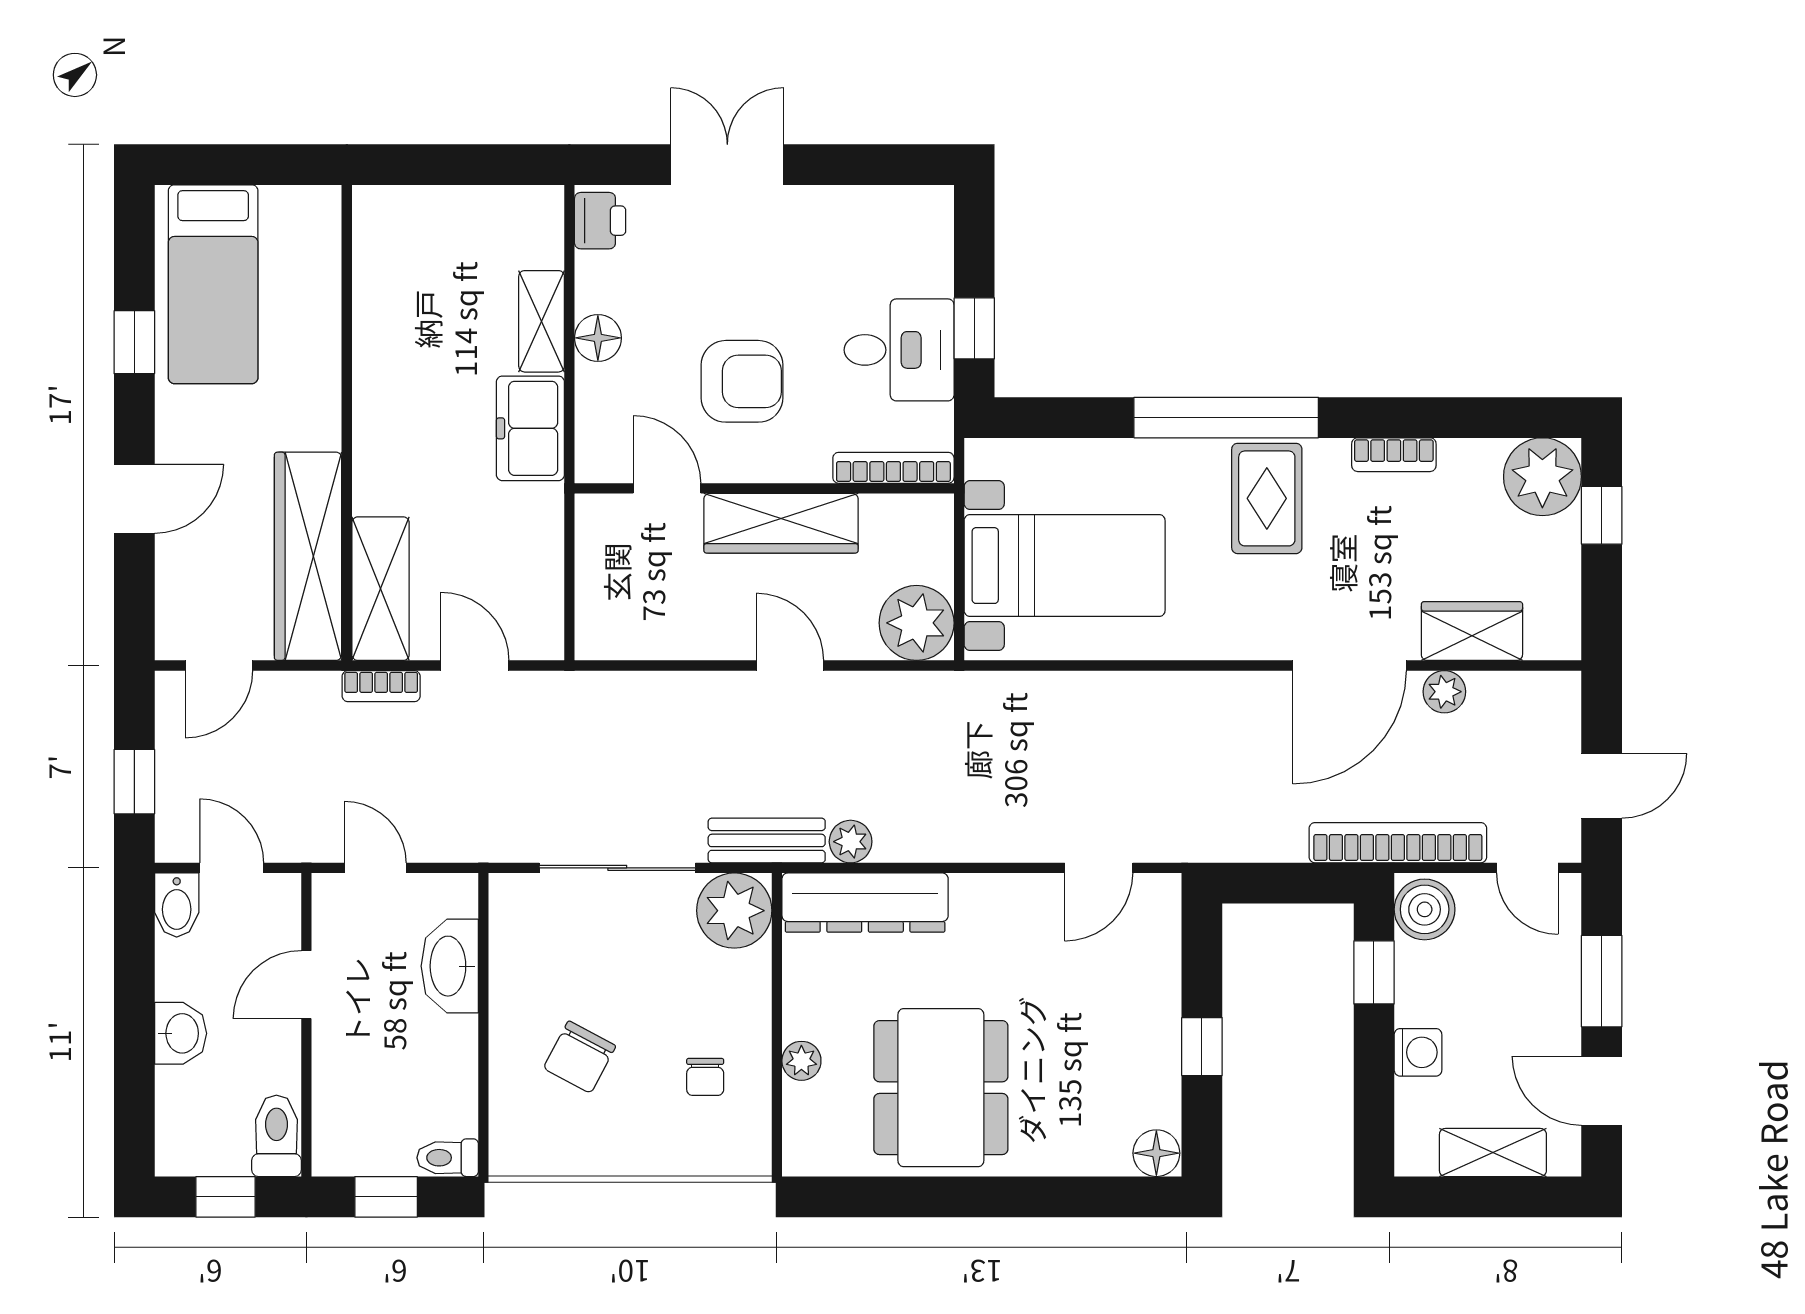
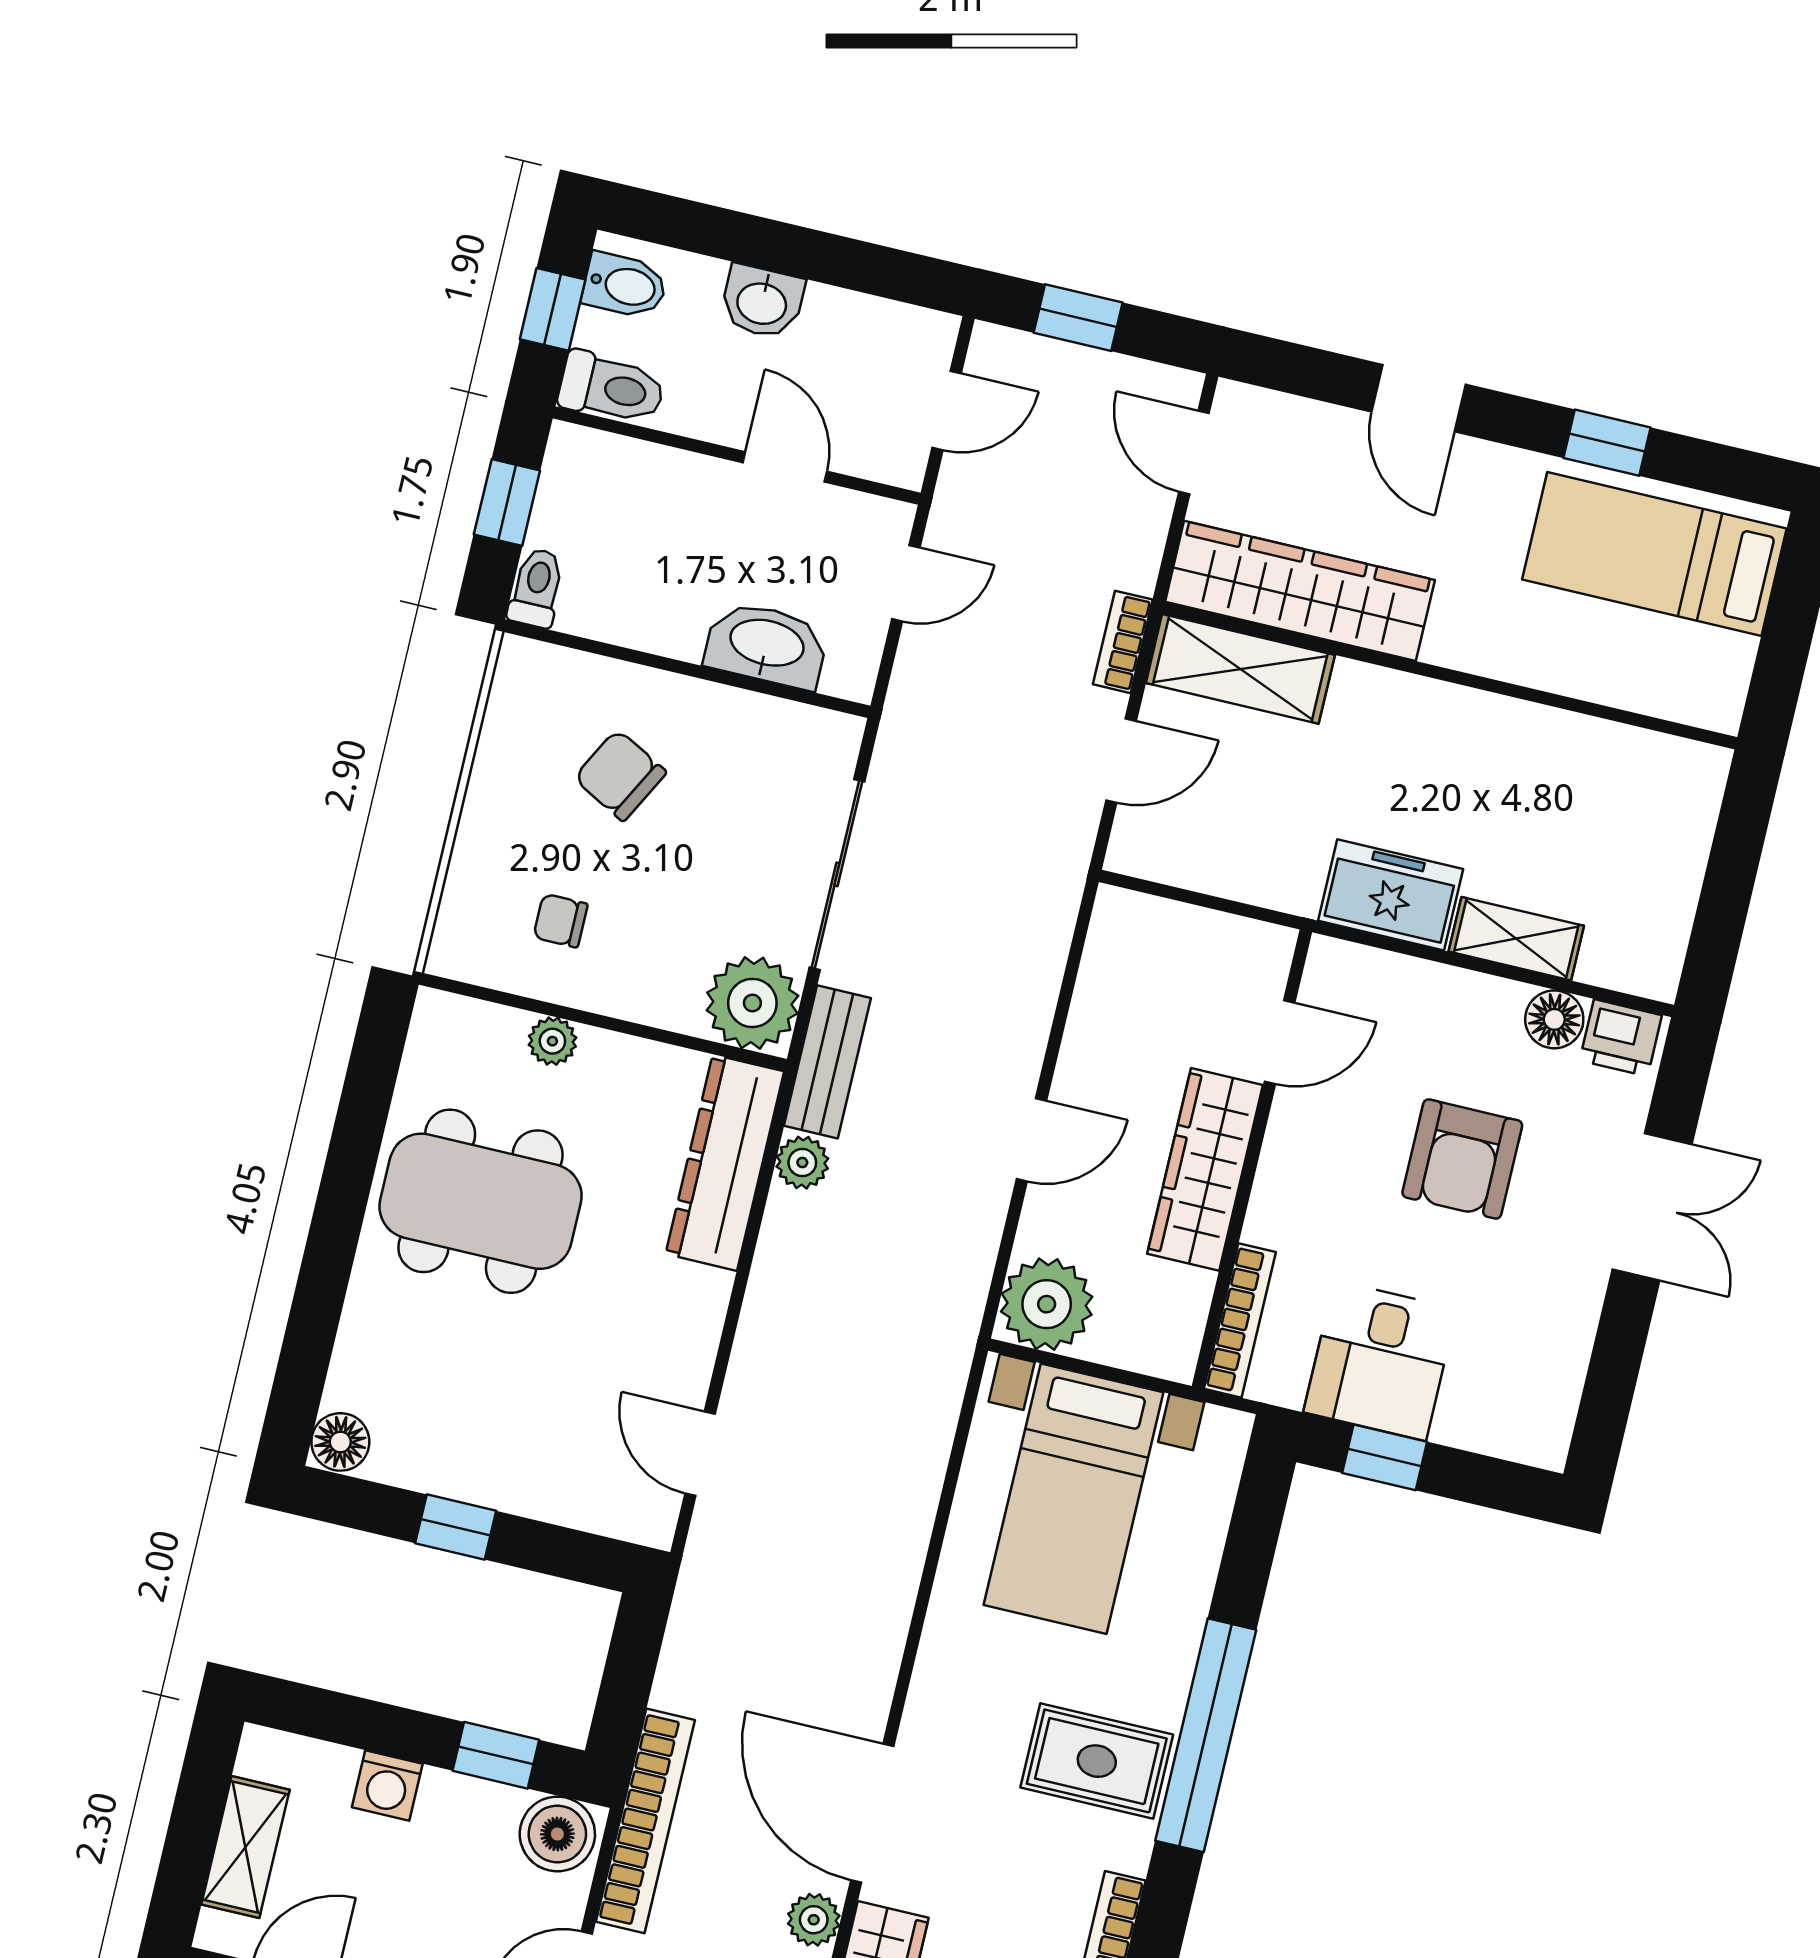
floor lamp: (598, 338) -> (1554, 1019), moved
armchair: (742, 381) -> (1462, 1159), moved
bidet: (177, 905) -> (625, 286), moved, turned 180

